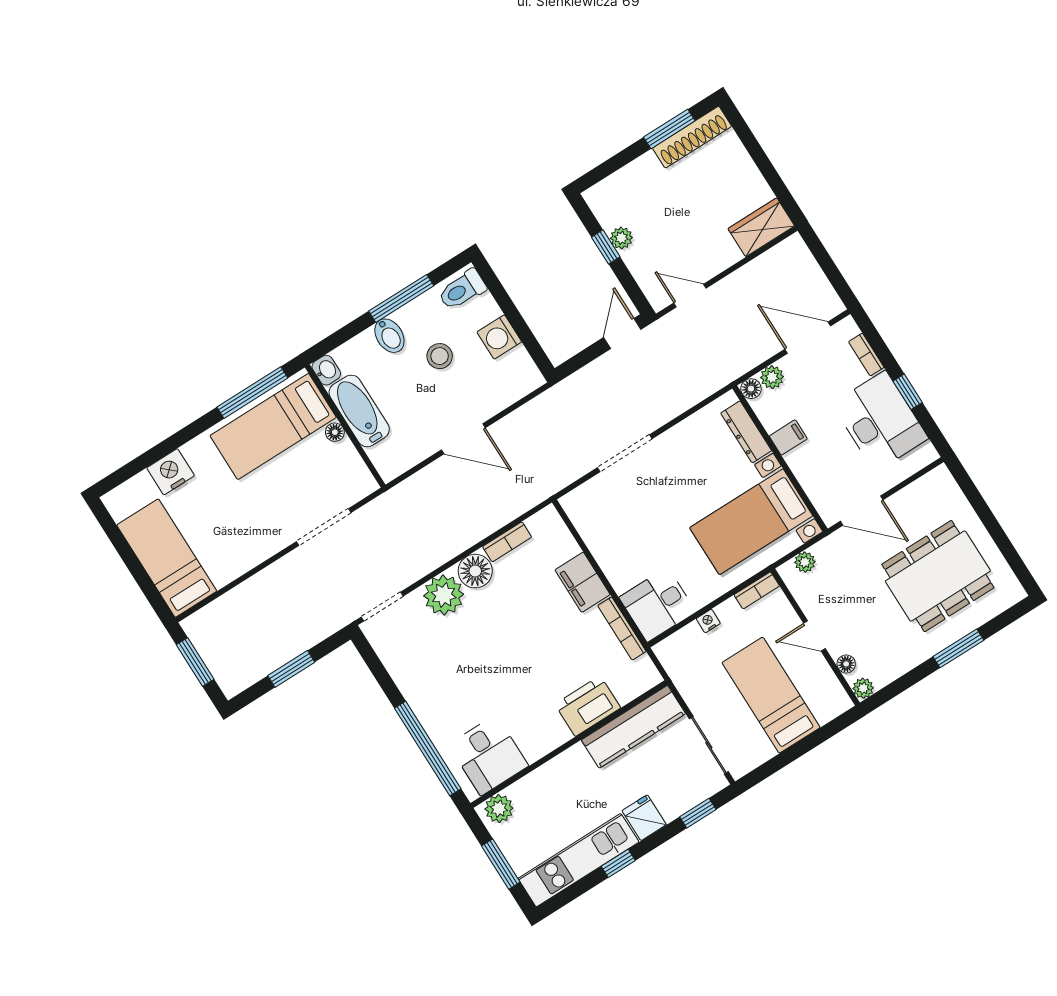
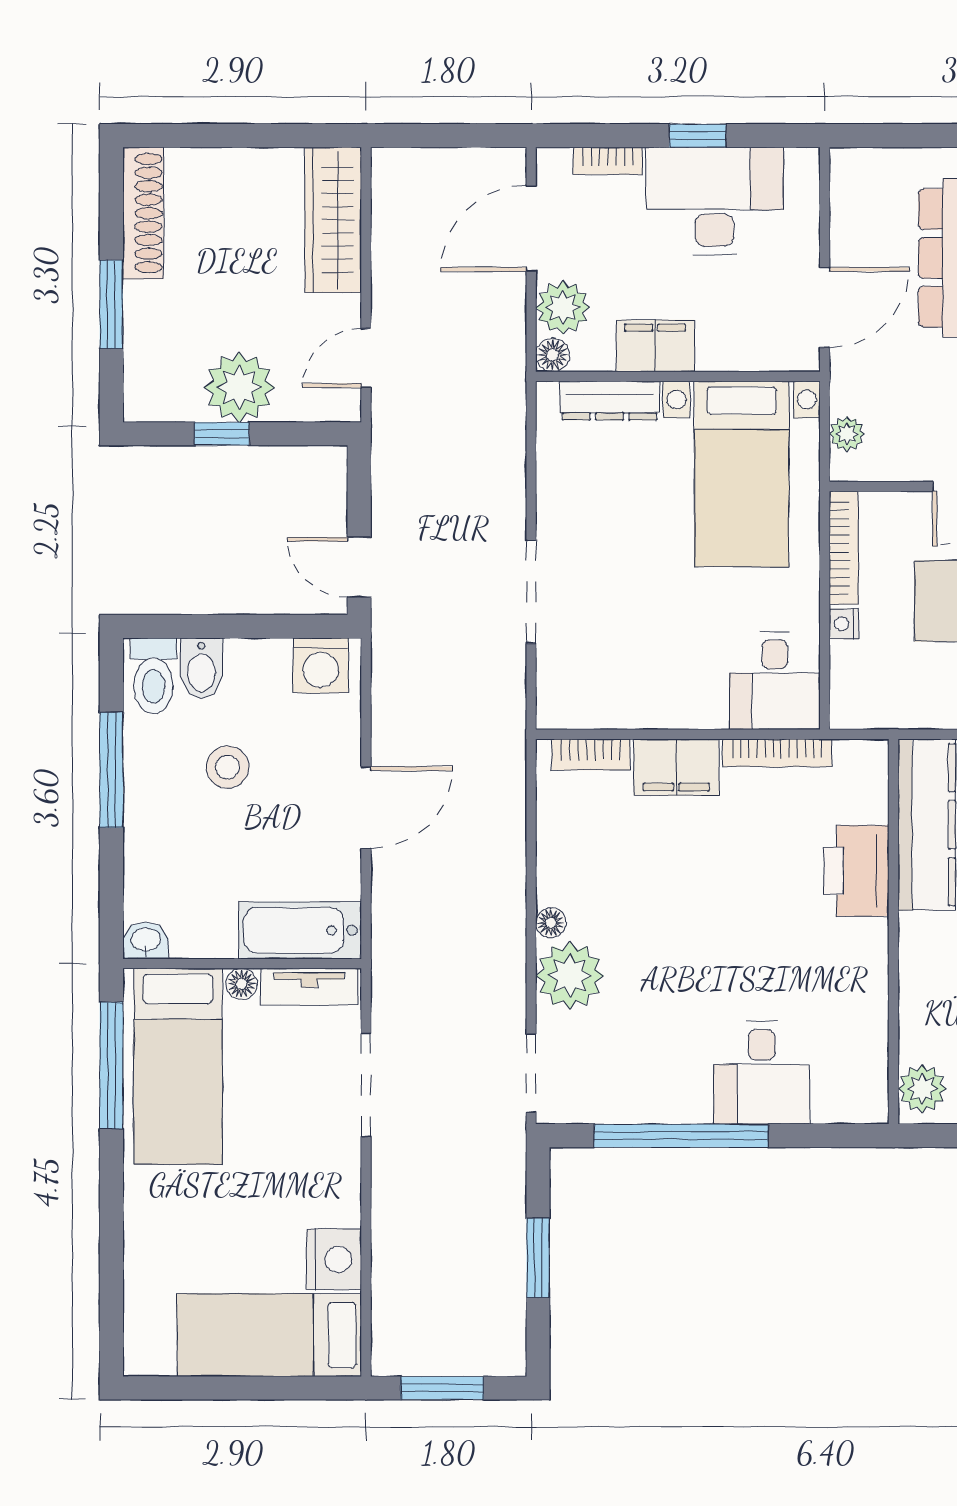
window: (669, 129) -> (111, 304), moved
wardrobe: (761, 227) -> (333, 220), width x1.50
plant: (621, 238) -> (239, 387), width x1.87, depth x1.87
door: (622, 333) -> (359, 567), moved
bidet: (389, 336) -> (201, 669), moved, turned 90
washing machine: (499, 337) -> (321, 665), moved
plant: (772, 377) -> (563, 307), width x1.38, depth x1.38
bathtub: (359, 411) -> (300, 930), moved
filing cabinet: (788, 437) -> (655, 346), width x2.00
tv unit: (355, 467) -> (309, 987), added
nightstand: (171, 472) -> (334, 1259), moved, turned 180
bookcase: (507, 542) -> (591, 755), moved, turned 90
floor lamp: (475, 571) -> (551, 923), width x0.53, depth x0.53
bookcase: (757, 590) -> (844, 548), width x1.56
window: (428, 748) -> (681, 1136), moved
desk: (489, 755) -> (762, 1073), moved, turned 90

